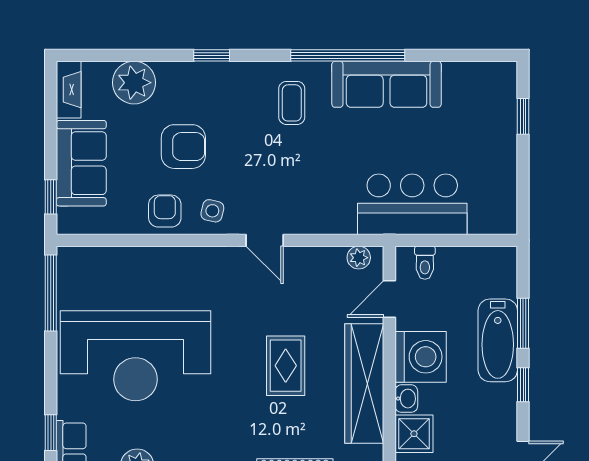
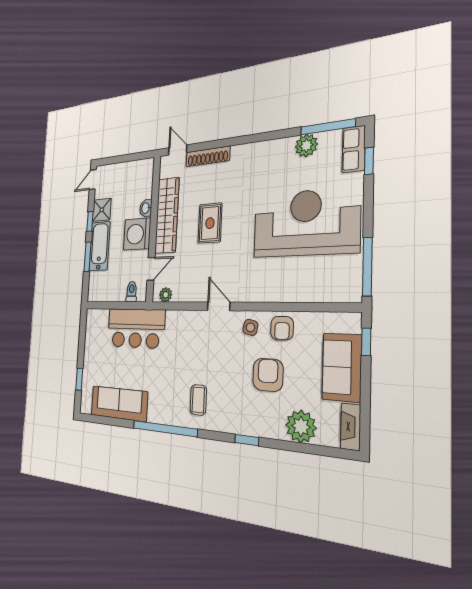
sofa: (387, 84) -> (119, 403), moved
armchair: (183, 147) -> (268, 375), turned 90
shower: (414, 434) -> (102, 210), moved

